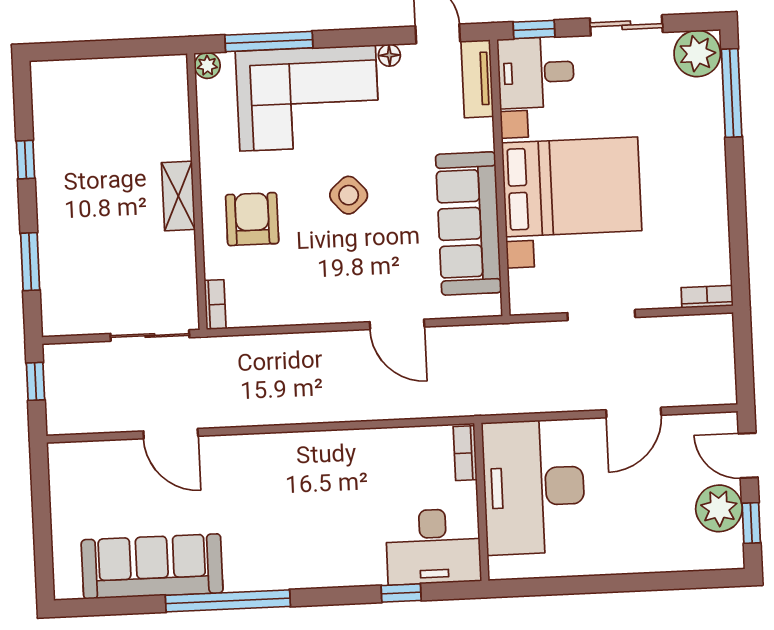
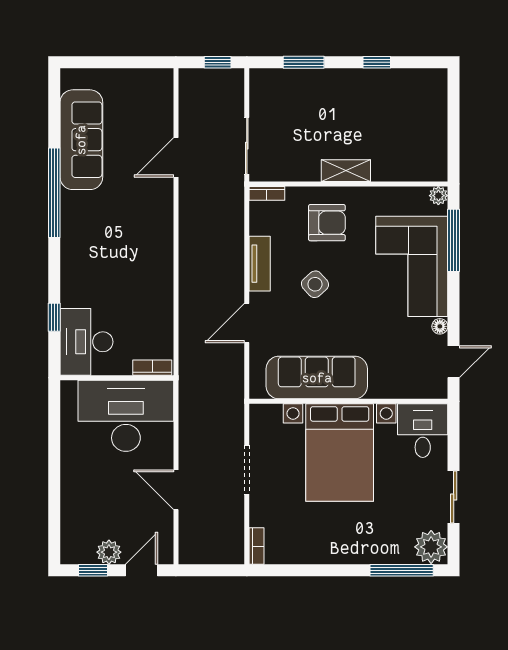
window: (534, 29) -> (454, 431), removed
tv unit: (477, 79) -> (260, 264), moved, turned 90
side table: (349, 195) -> (315, 284), moved
plant: (719, 508) -> (109, 552), width x0.73, depth x0.73

